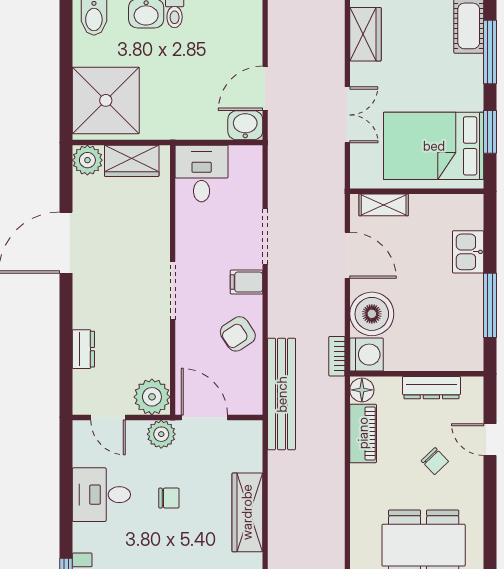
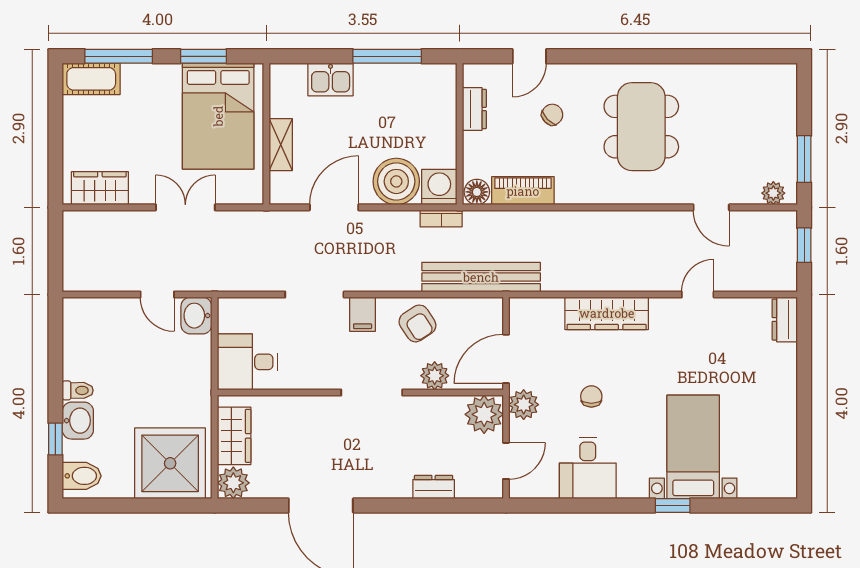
door: (265, 88) -> (157, 295), width x0.73
shelving: (384, 205) -> (281, 145), moved
plant: (188, 350) -> (435, 376), added
dresser: (431, 388) -> (474, 109), width x0.70

